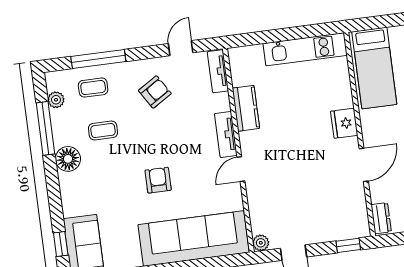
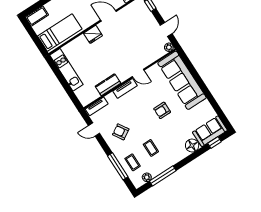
floor lamp: (68, 159) -> (192, 146), moved

